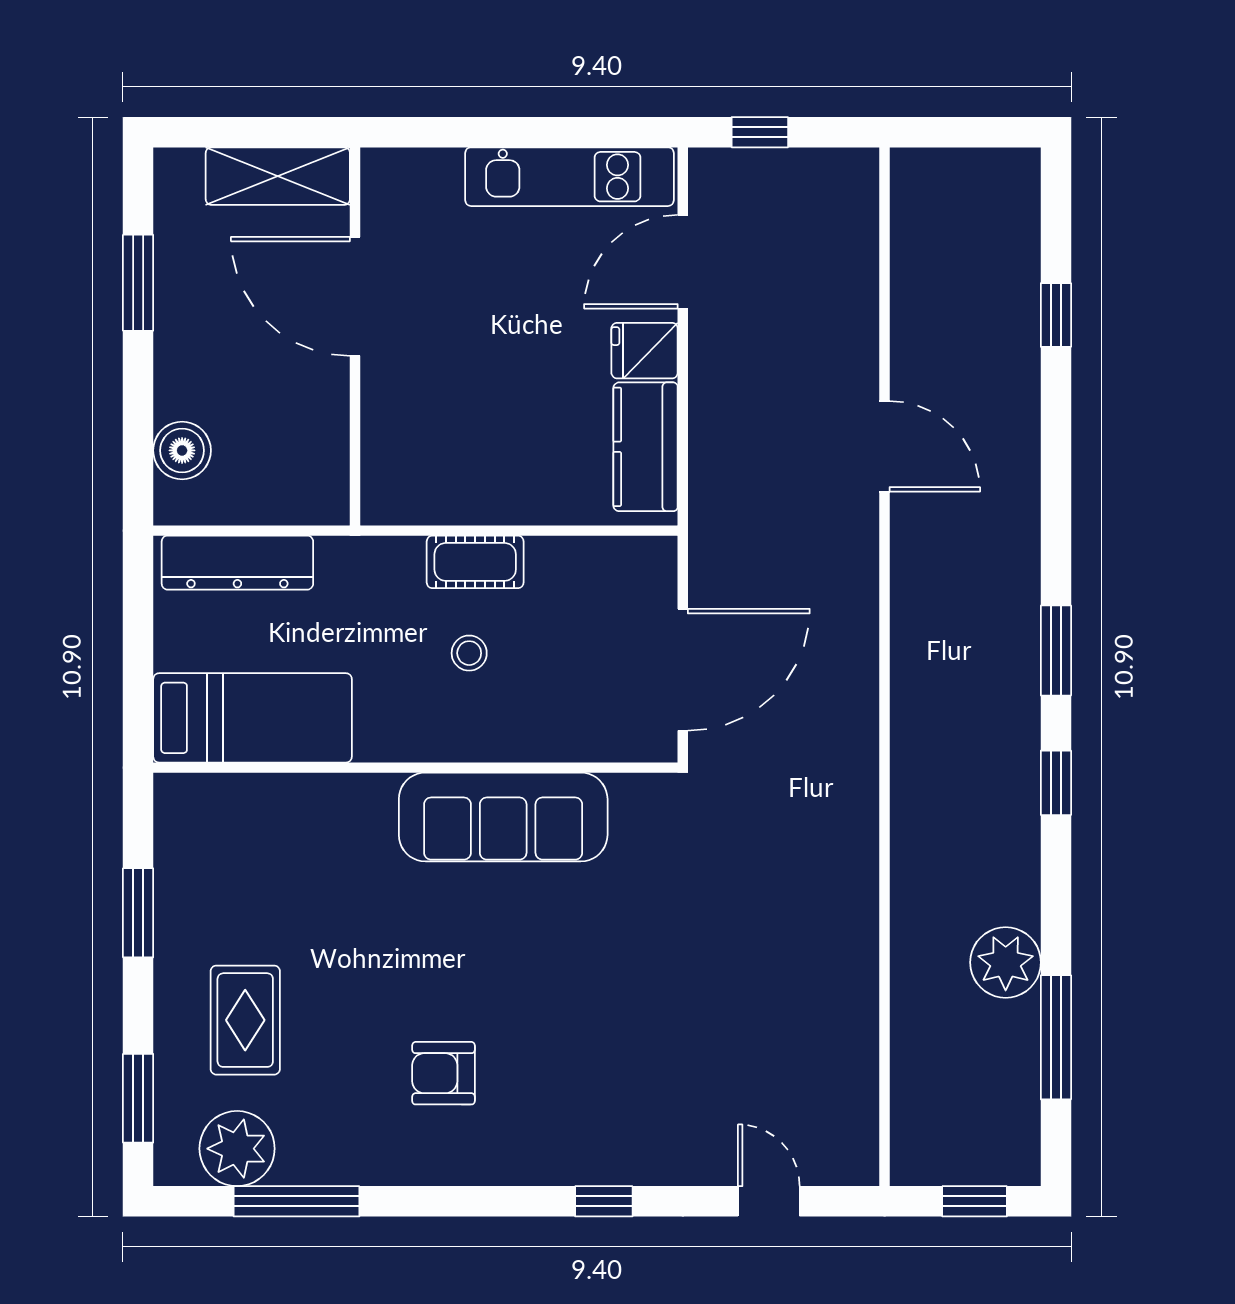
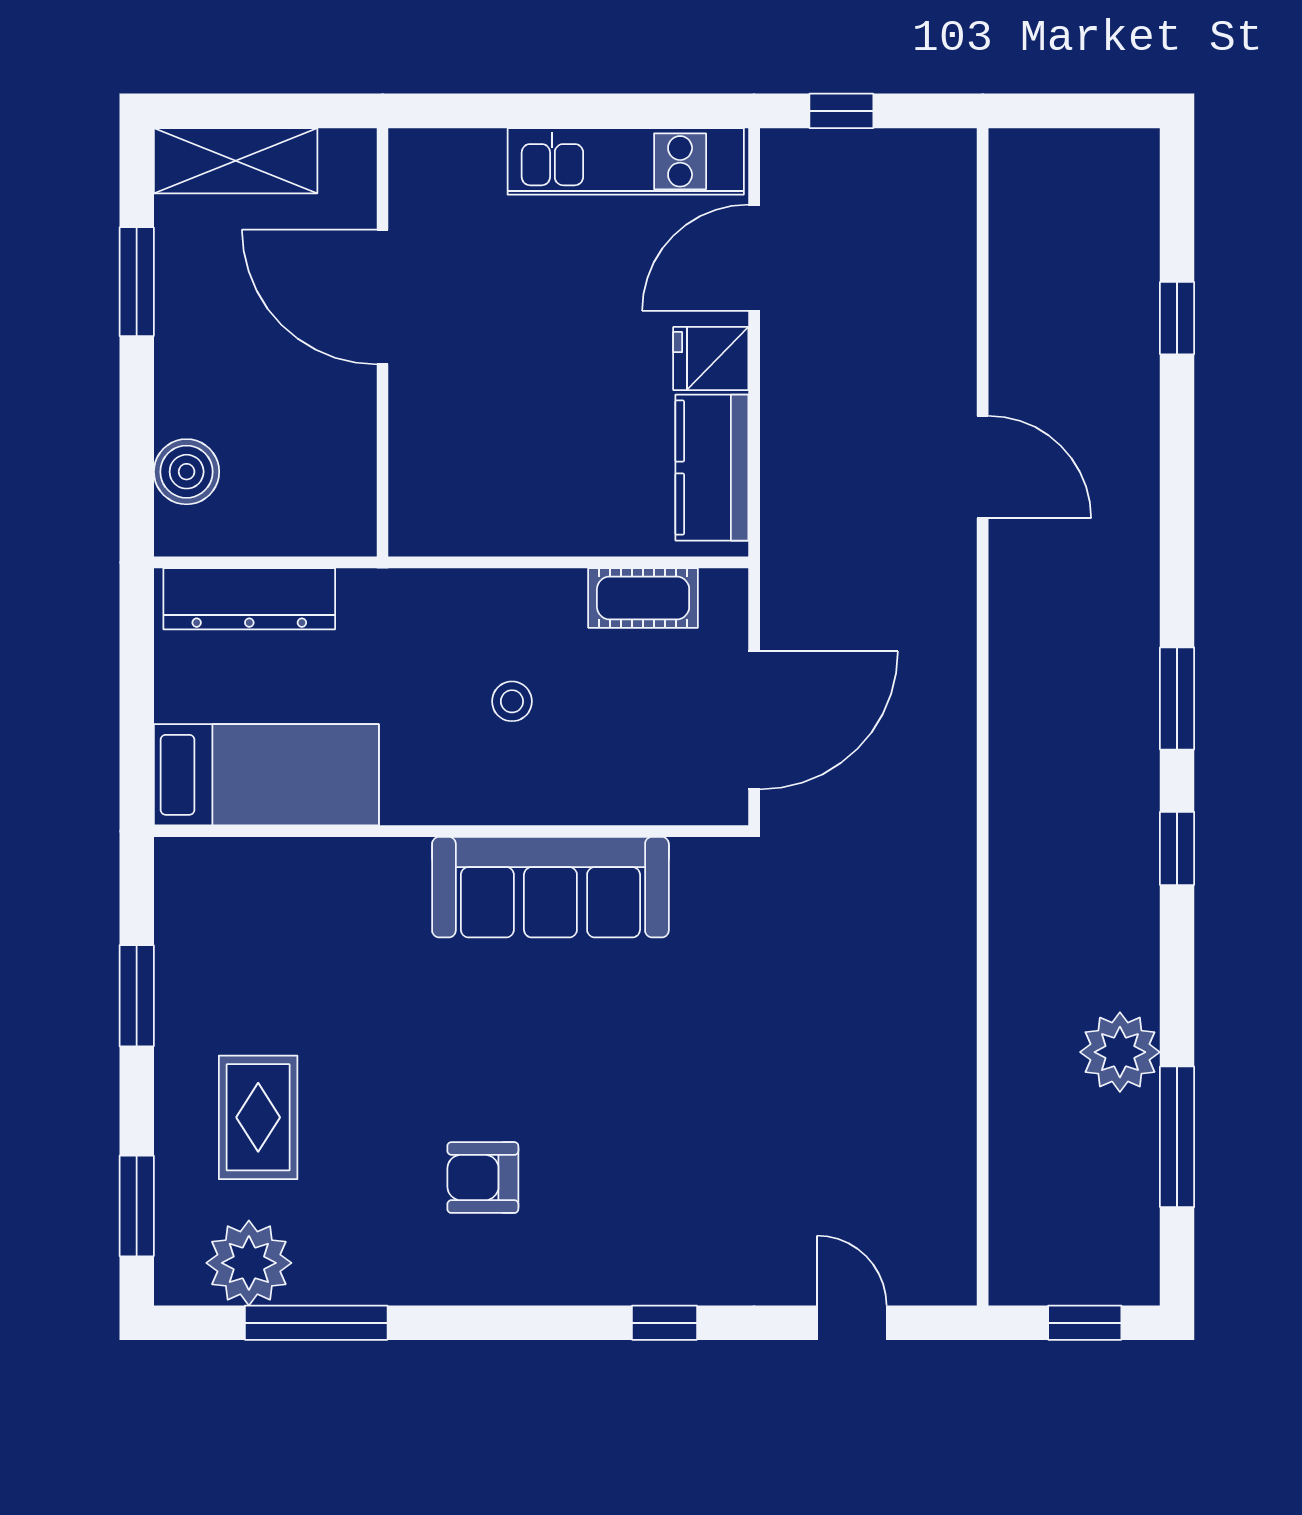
shelving: (278, 176) -> (236, 161), moved
cot: (475, 562) -> (643, 598), moved

